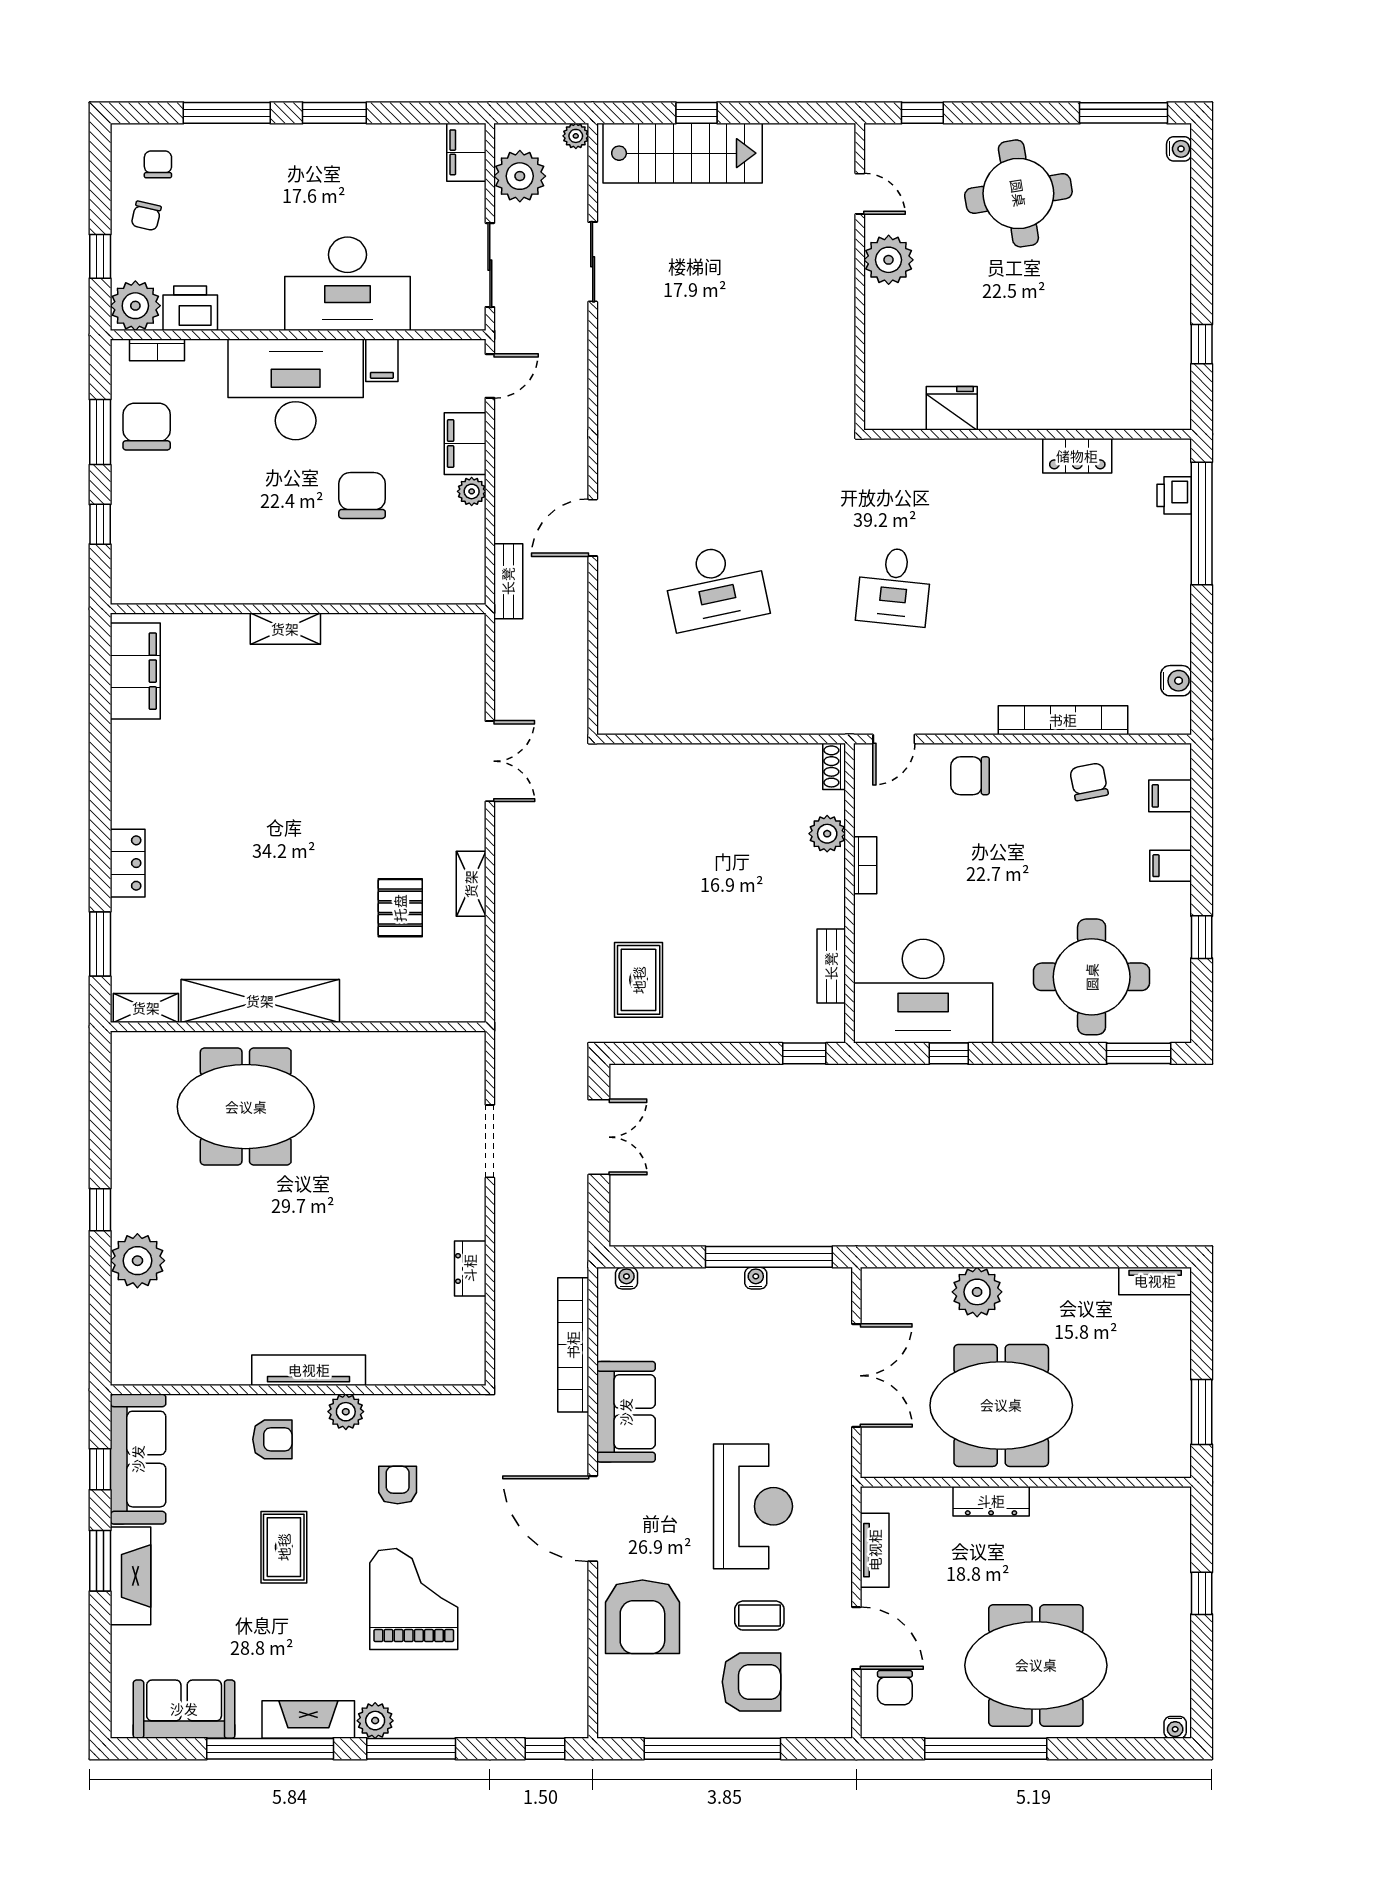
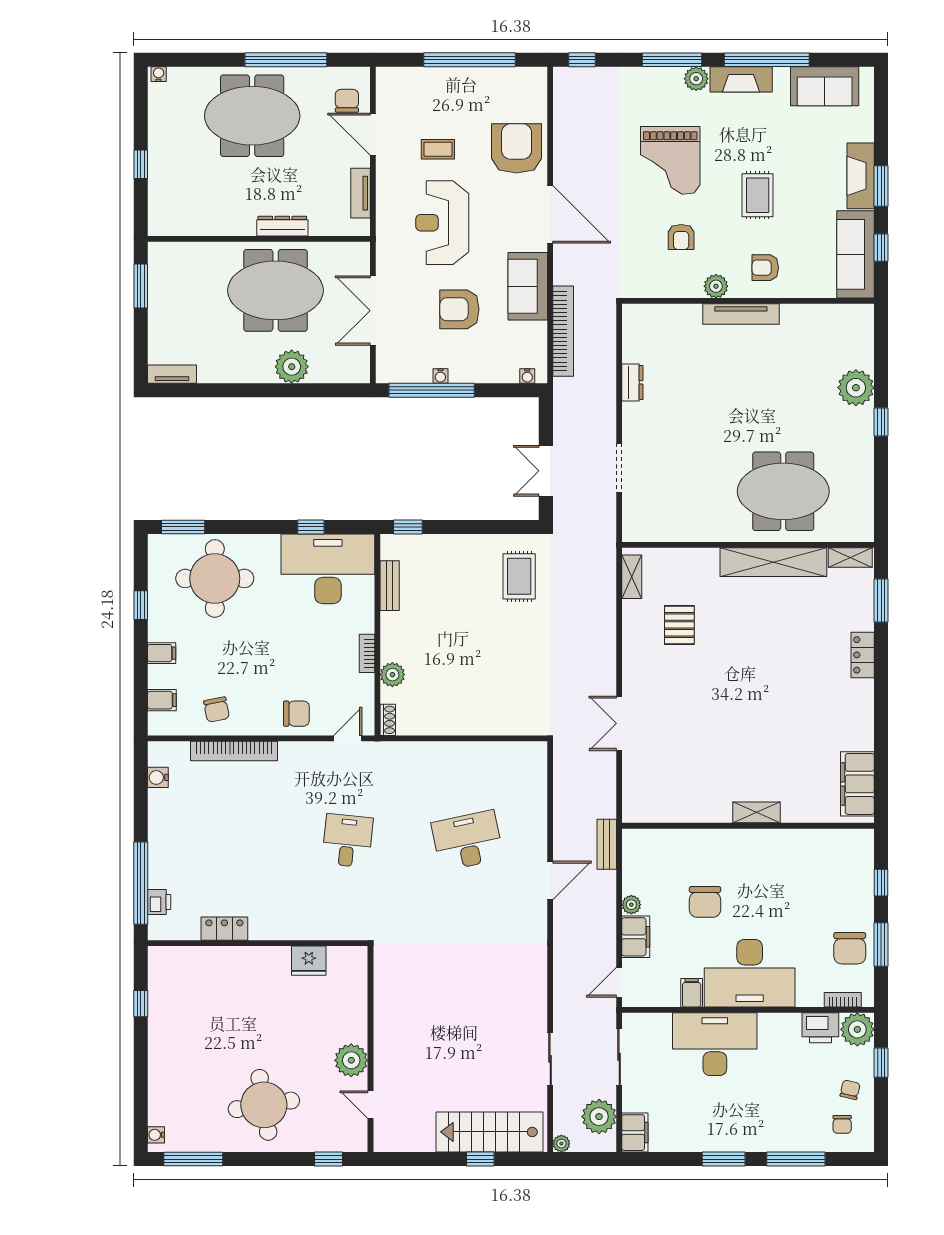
shelving: (471, 884) -> (632, 577), moved
armchair: (751, 1682) -> (459, 309), moved

